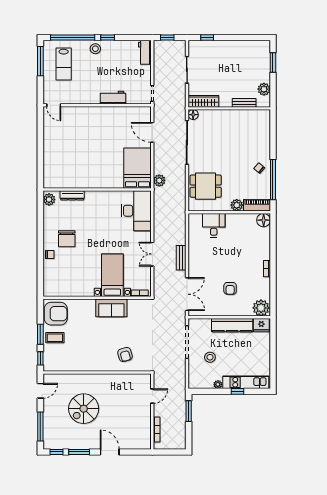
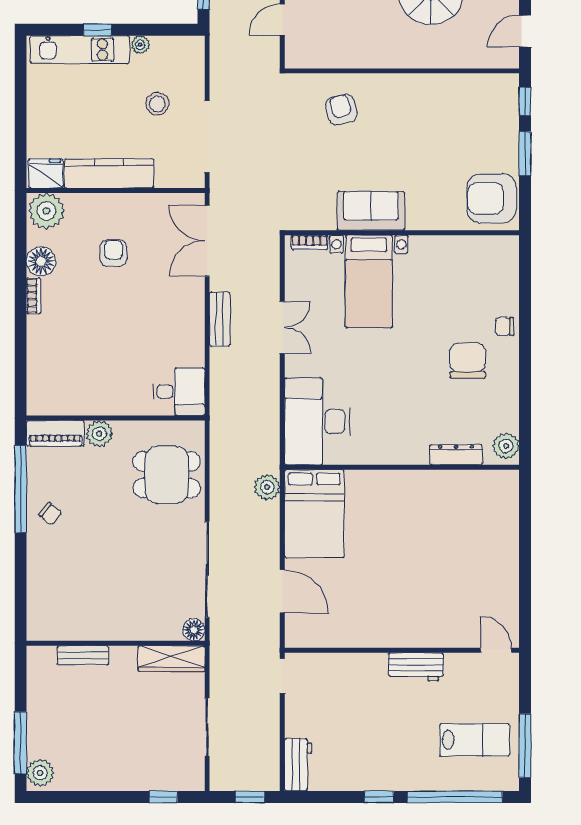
stool: (95, 49) -> (406, 773), removed
window: (273, 63) -> (21, 743), width x1.44
lab bench: (64, 64) -> (475, 740), turned 90
plant: (264, 89) -> (40, 773), moved
workbench: (113, 98) -> (416, 667), moved
floor lamp: (264, 220) -> (41, 261), moved
desk: (214, 225) -> (179, 392), moved, turned -90
coffee table: (55, 338) -> (493, 146), removed

